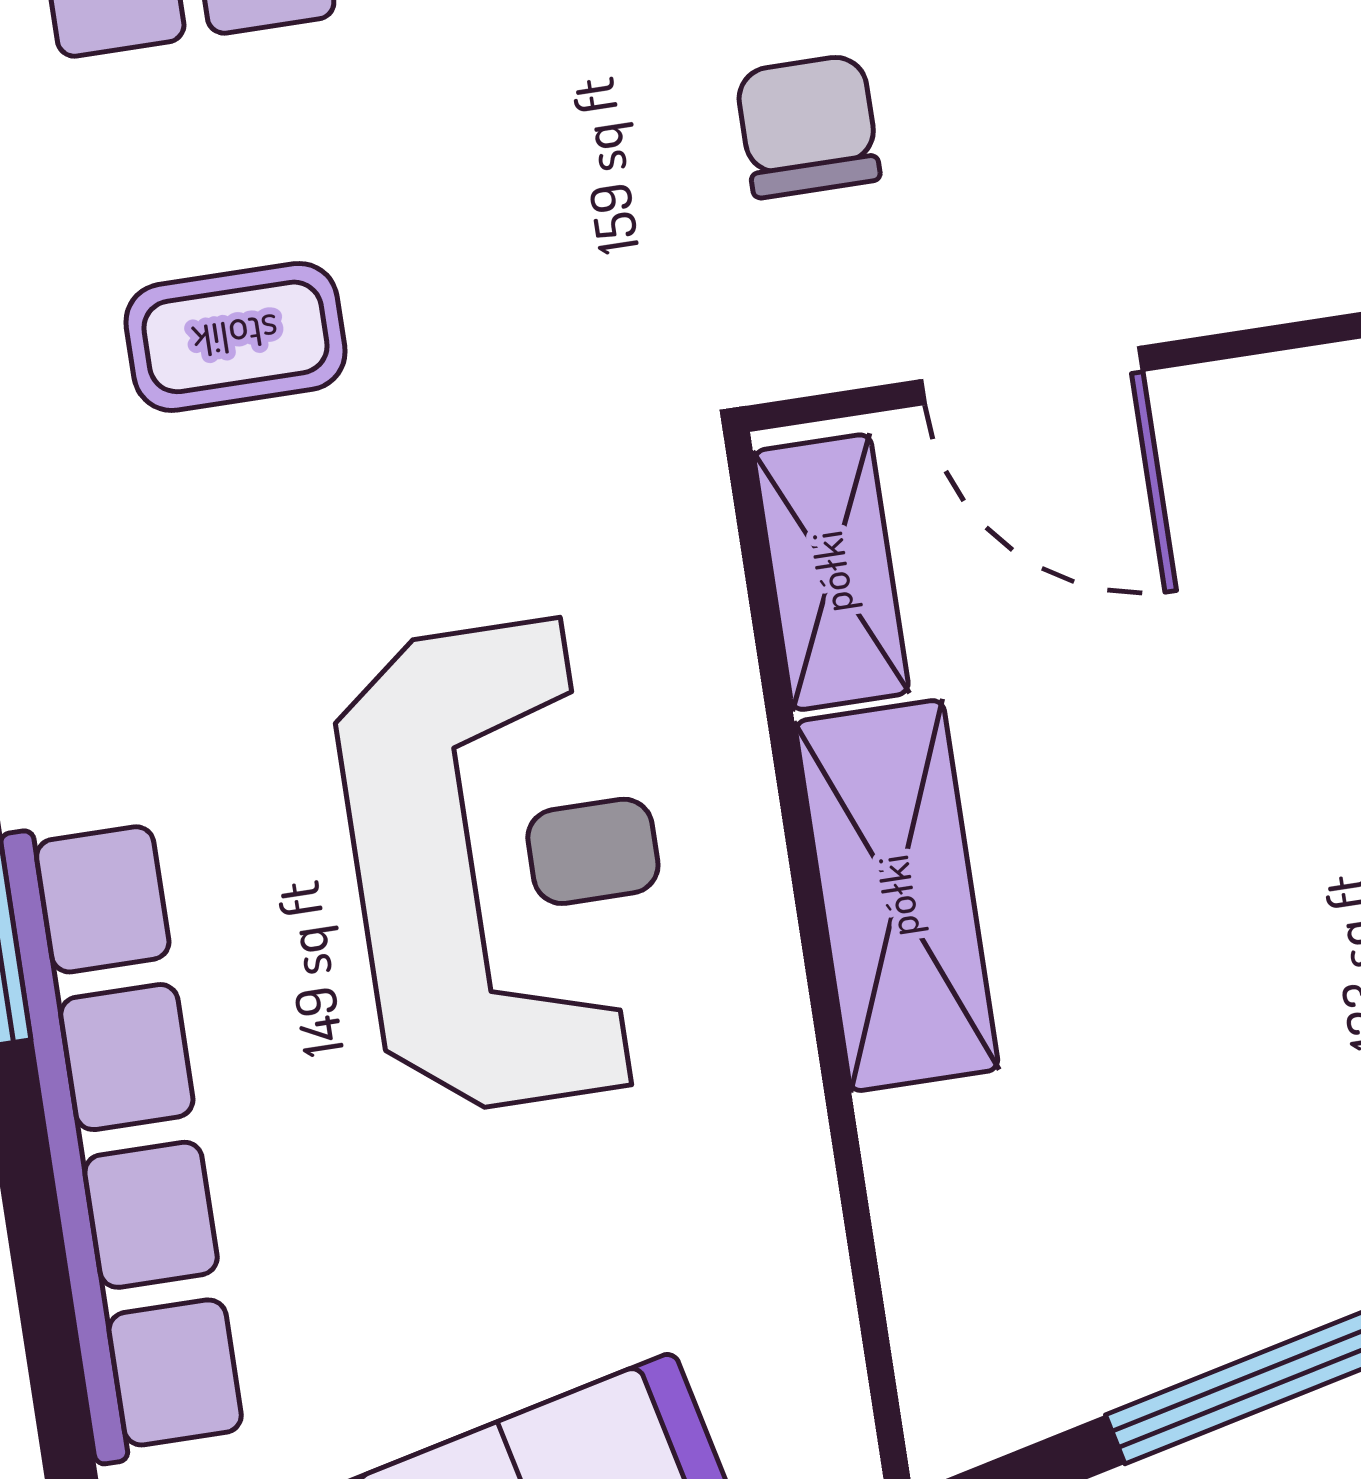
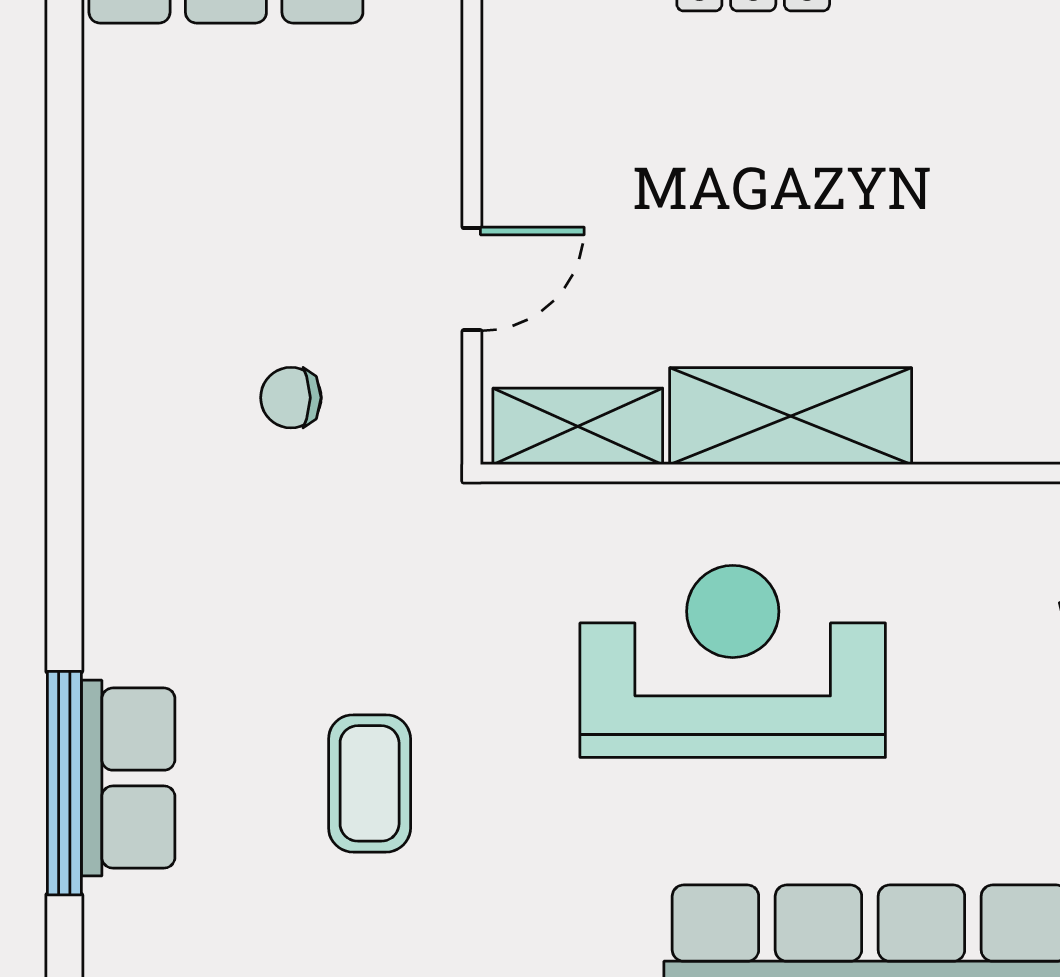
chair: (808, 126) -> (291, 398), width x0.73, depth x0.73
door: (1032, 376) -> (472, 279), width x0.73

